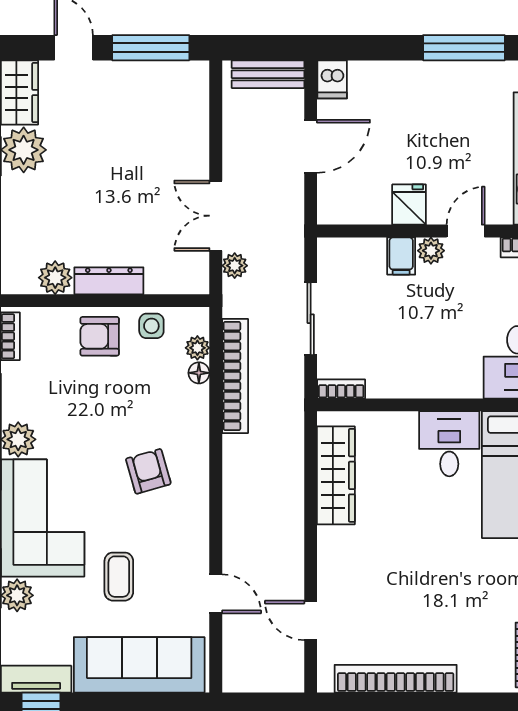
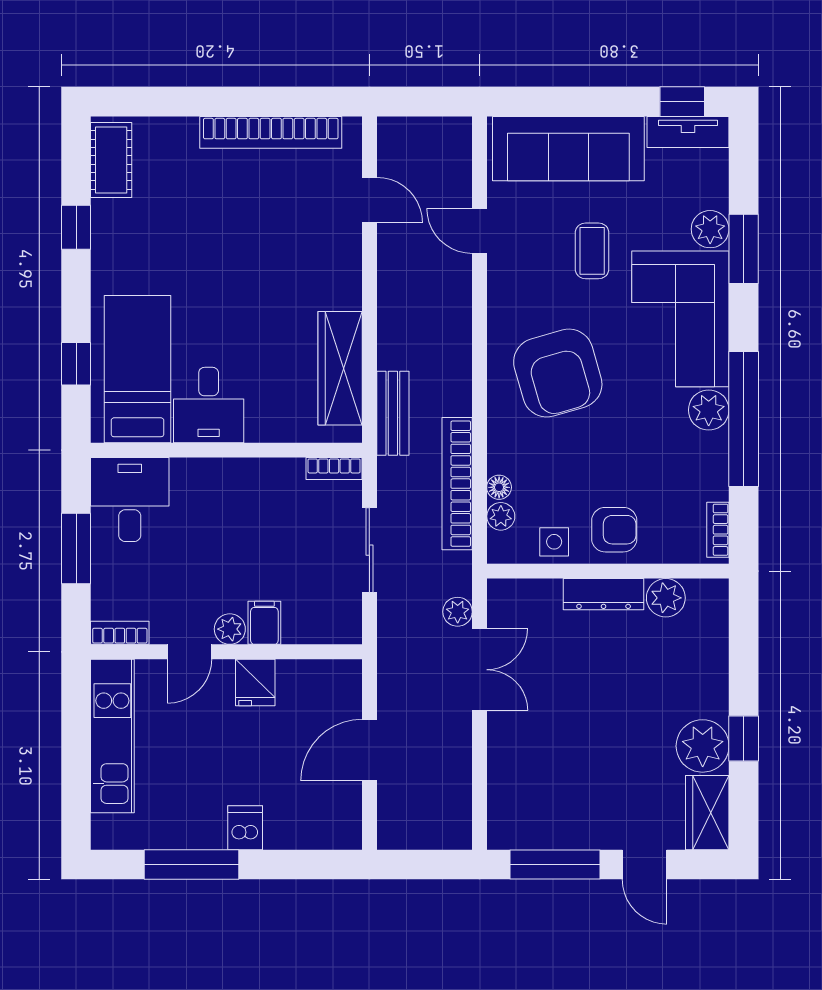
bench: (268, 74) -> (393, 413), moved, turned 90
dishwasher: (332, 79) -> (245, 828), moved
armchair: (148, 471) -> (558, 373), width x1.88, depth x1.88

